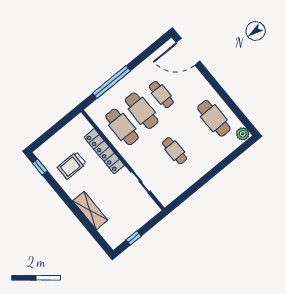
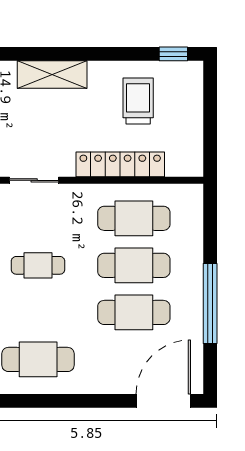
window: (112, 82) -> (210, 303), moved
cafe table: (161, 95) -> (134, 312), width x1.37, depth x1.35

